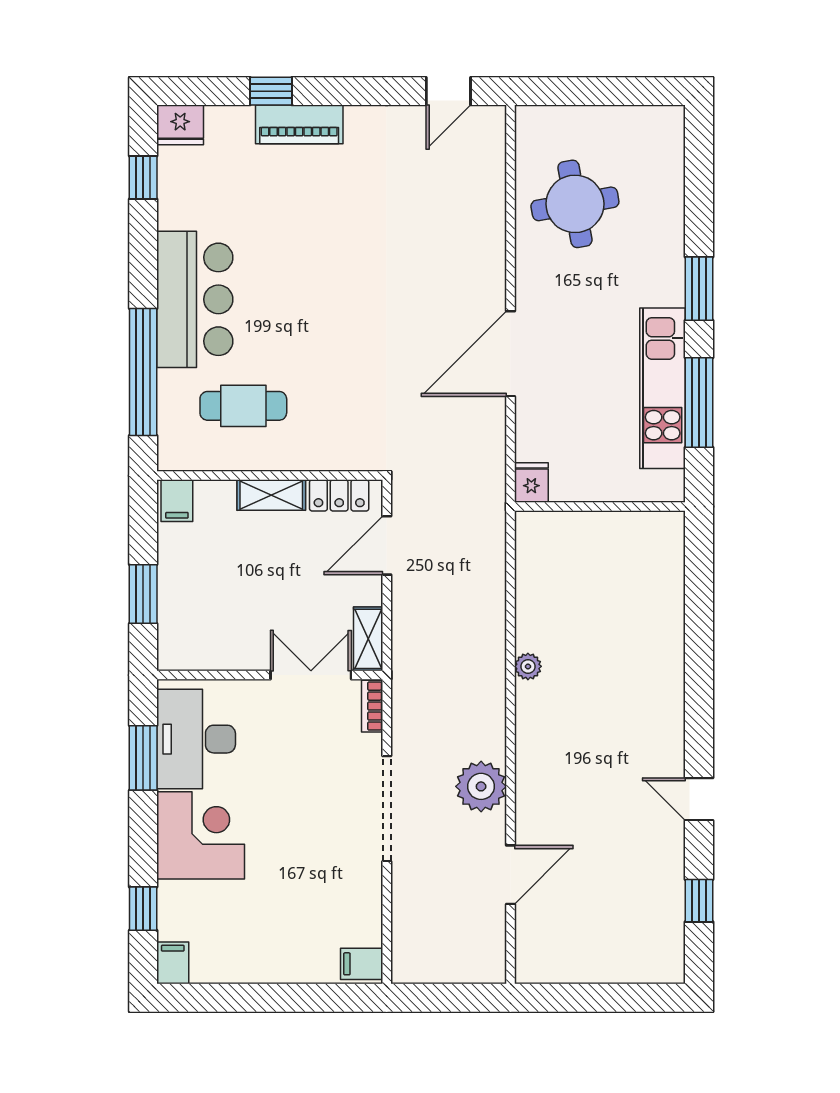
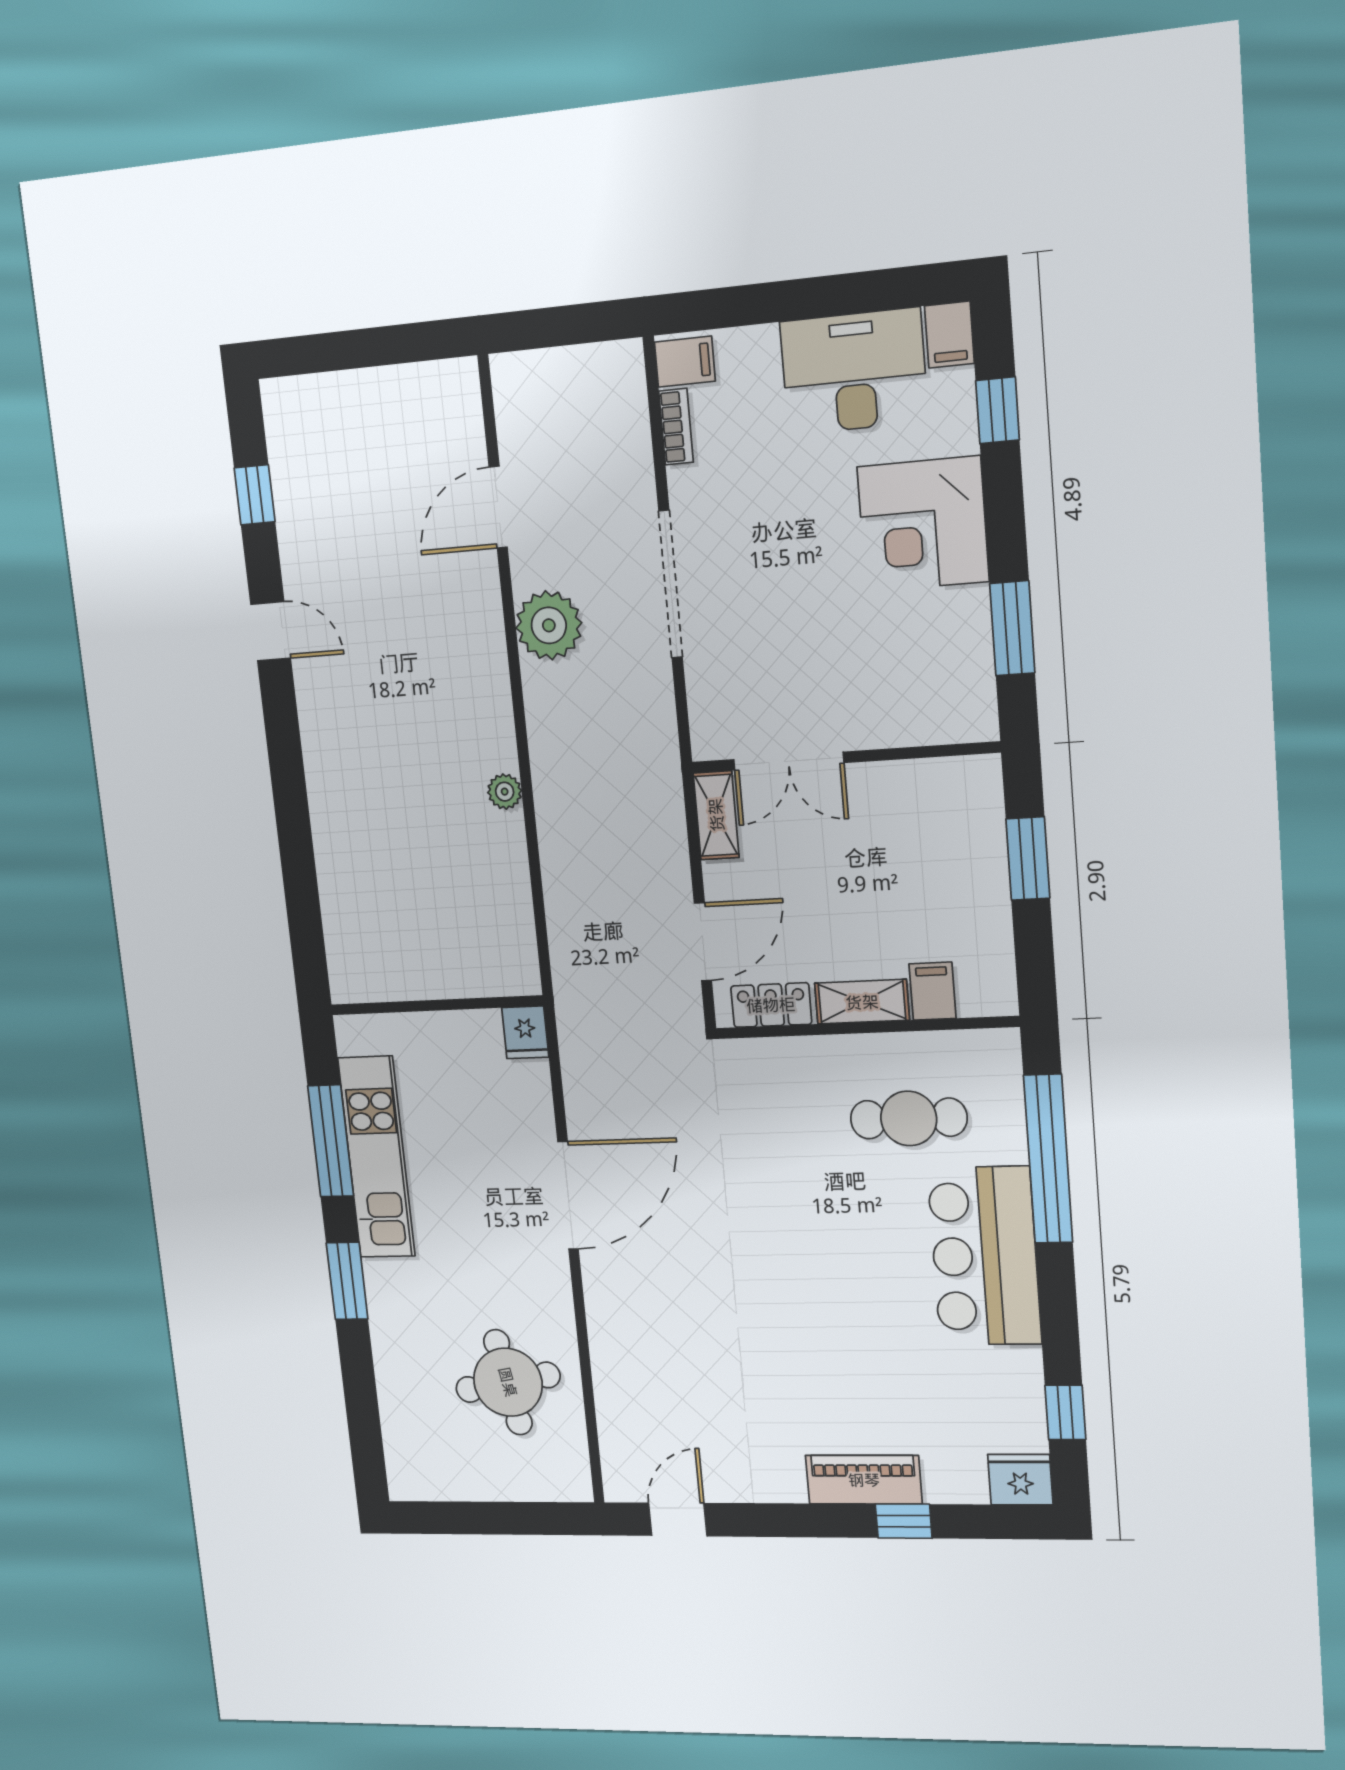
filing cabinet: (177, 501) -> (932, 991), moved
bookcase: (372, 706) -> (676, 427), moved
desk: (196, 739) -> (854, 371), moved, turned -90

